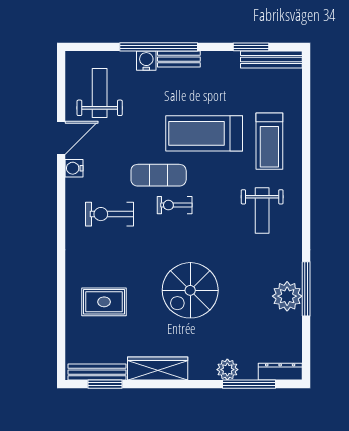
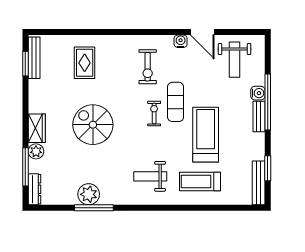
weight bench: (100, 93) -> (235, 60), turned 90
exercise bike: (109, 214) -> (148, 67), turned 180
wardrobe: (158, 369) -> (37, 128), moved, width x0.67

